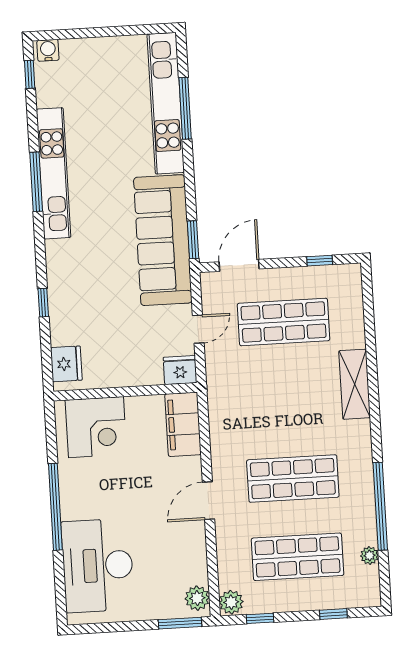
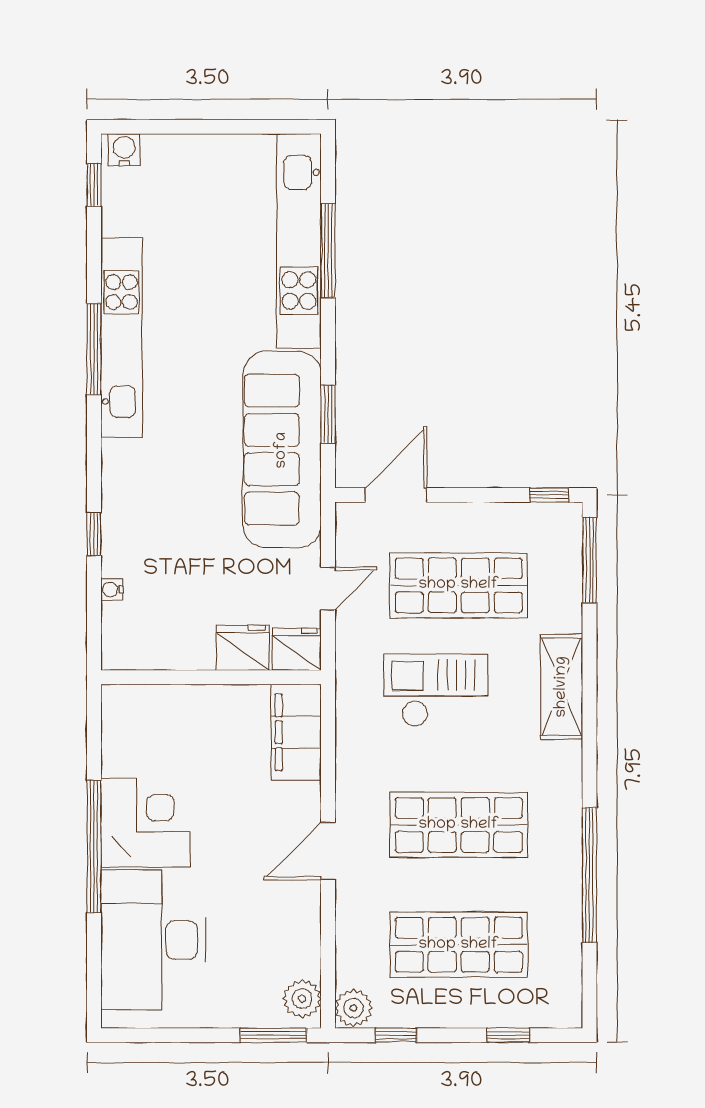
window: (193, 240) -> (328, 414), moved
window: (320, 261) -> (549, 495), moved
window: (368, 300) -> (589, 560), added
water cooler: (57, 338) -> (112, 590), added
fridge: (66, 364) -> (243, 648), moved, turned -90
checkout: (273, 391) -> (436, 690), added
corner desk: (96, 427) -> (145, 823), moved, turned -90
plant: (369, 555) -> (569, 949), removed

